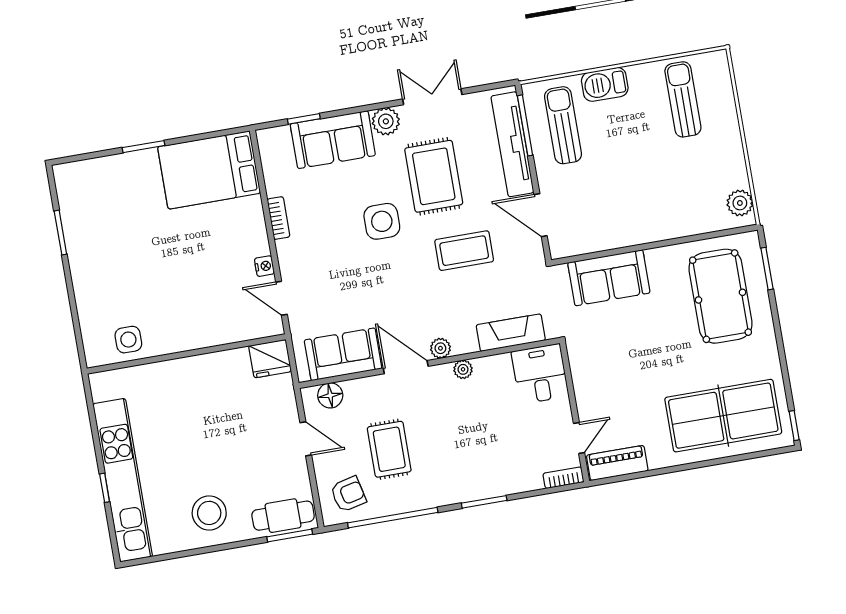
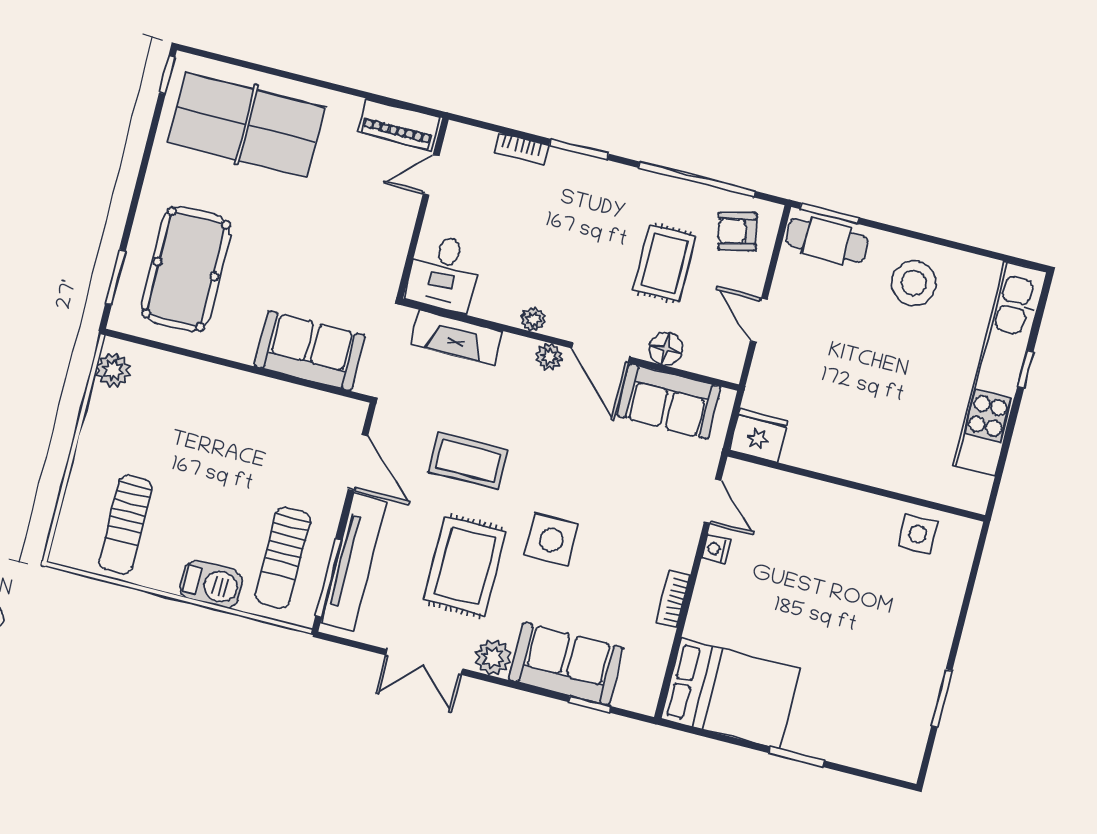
floor lamp: (330, 395) -> (666, 349), moved
bookcase: (563, 478) -> (521, 149), moved

